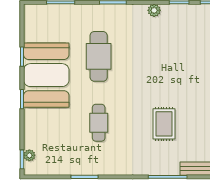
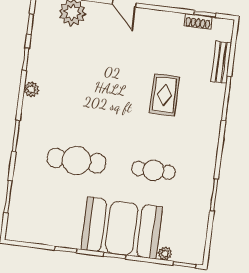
booth: (46, 75) -> (122, 228), moved
rug: (164, 124) -> (164, 95), turned 90
plant: (29, 155) -> (165, 253), moved

